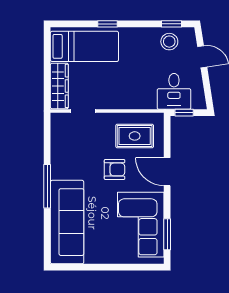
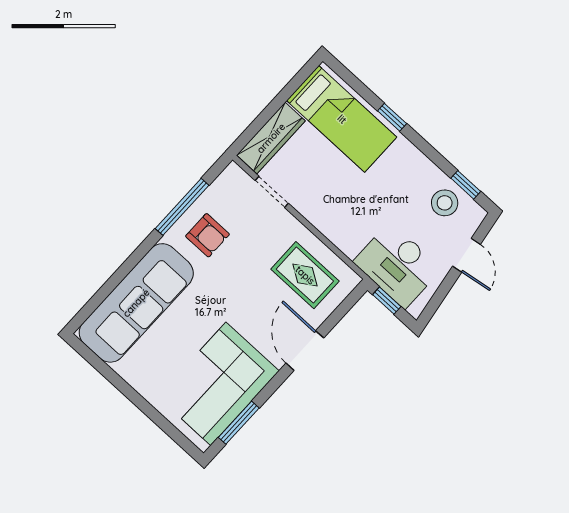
desk: (174, 91) -> (397, 265), width x1.37
armchair: (115, 169) -> (207, 235), moved
window: (47, 186) -> (182, 207), moved

